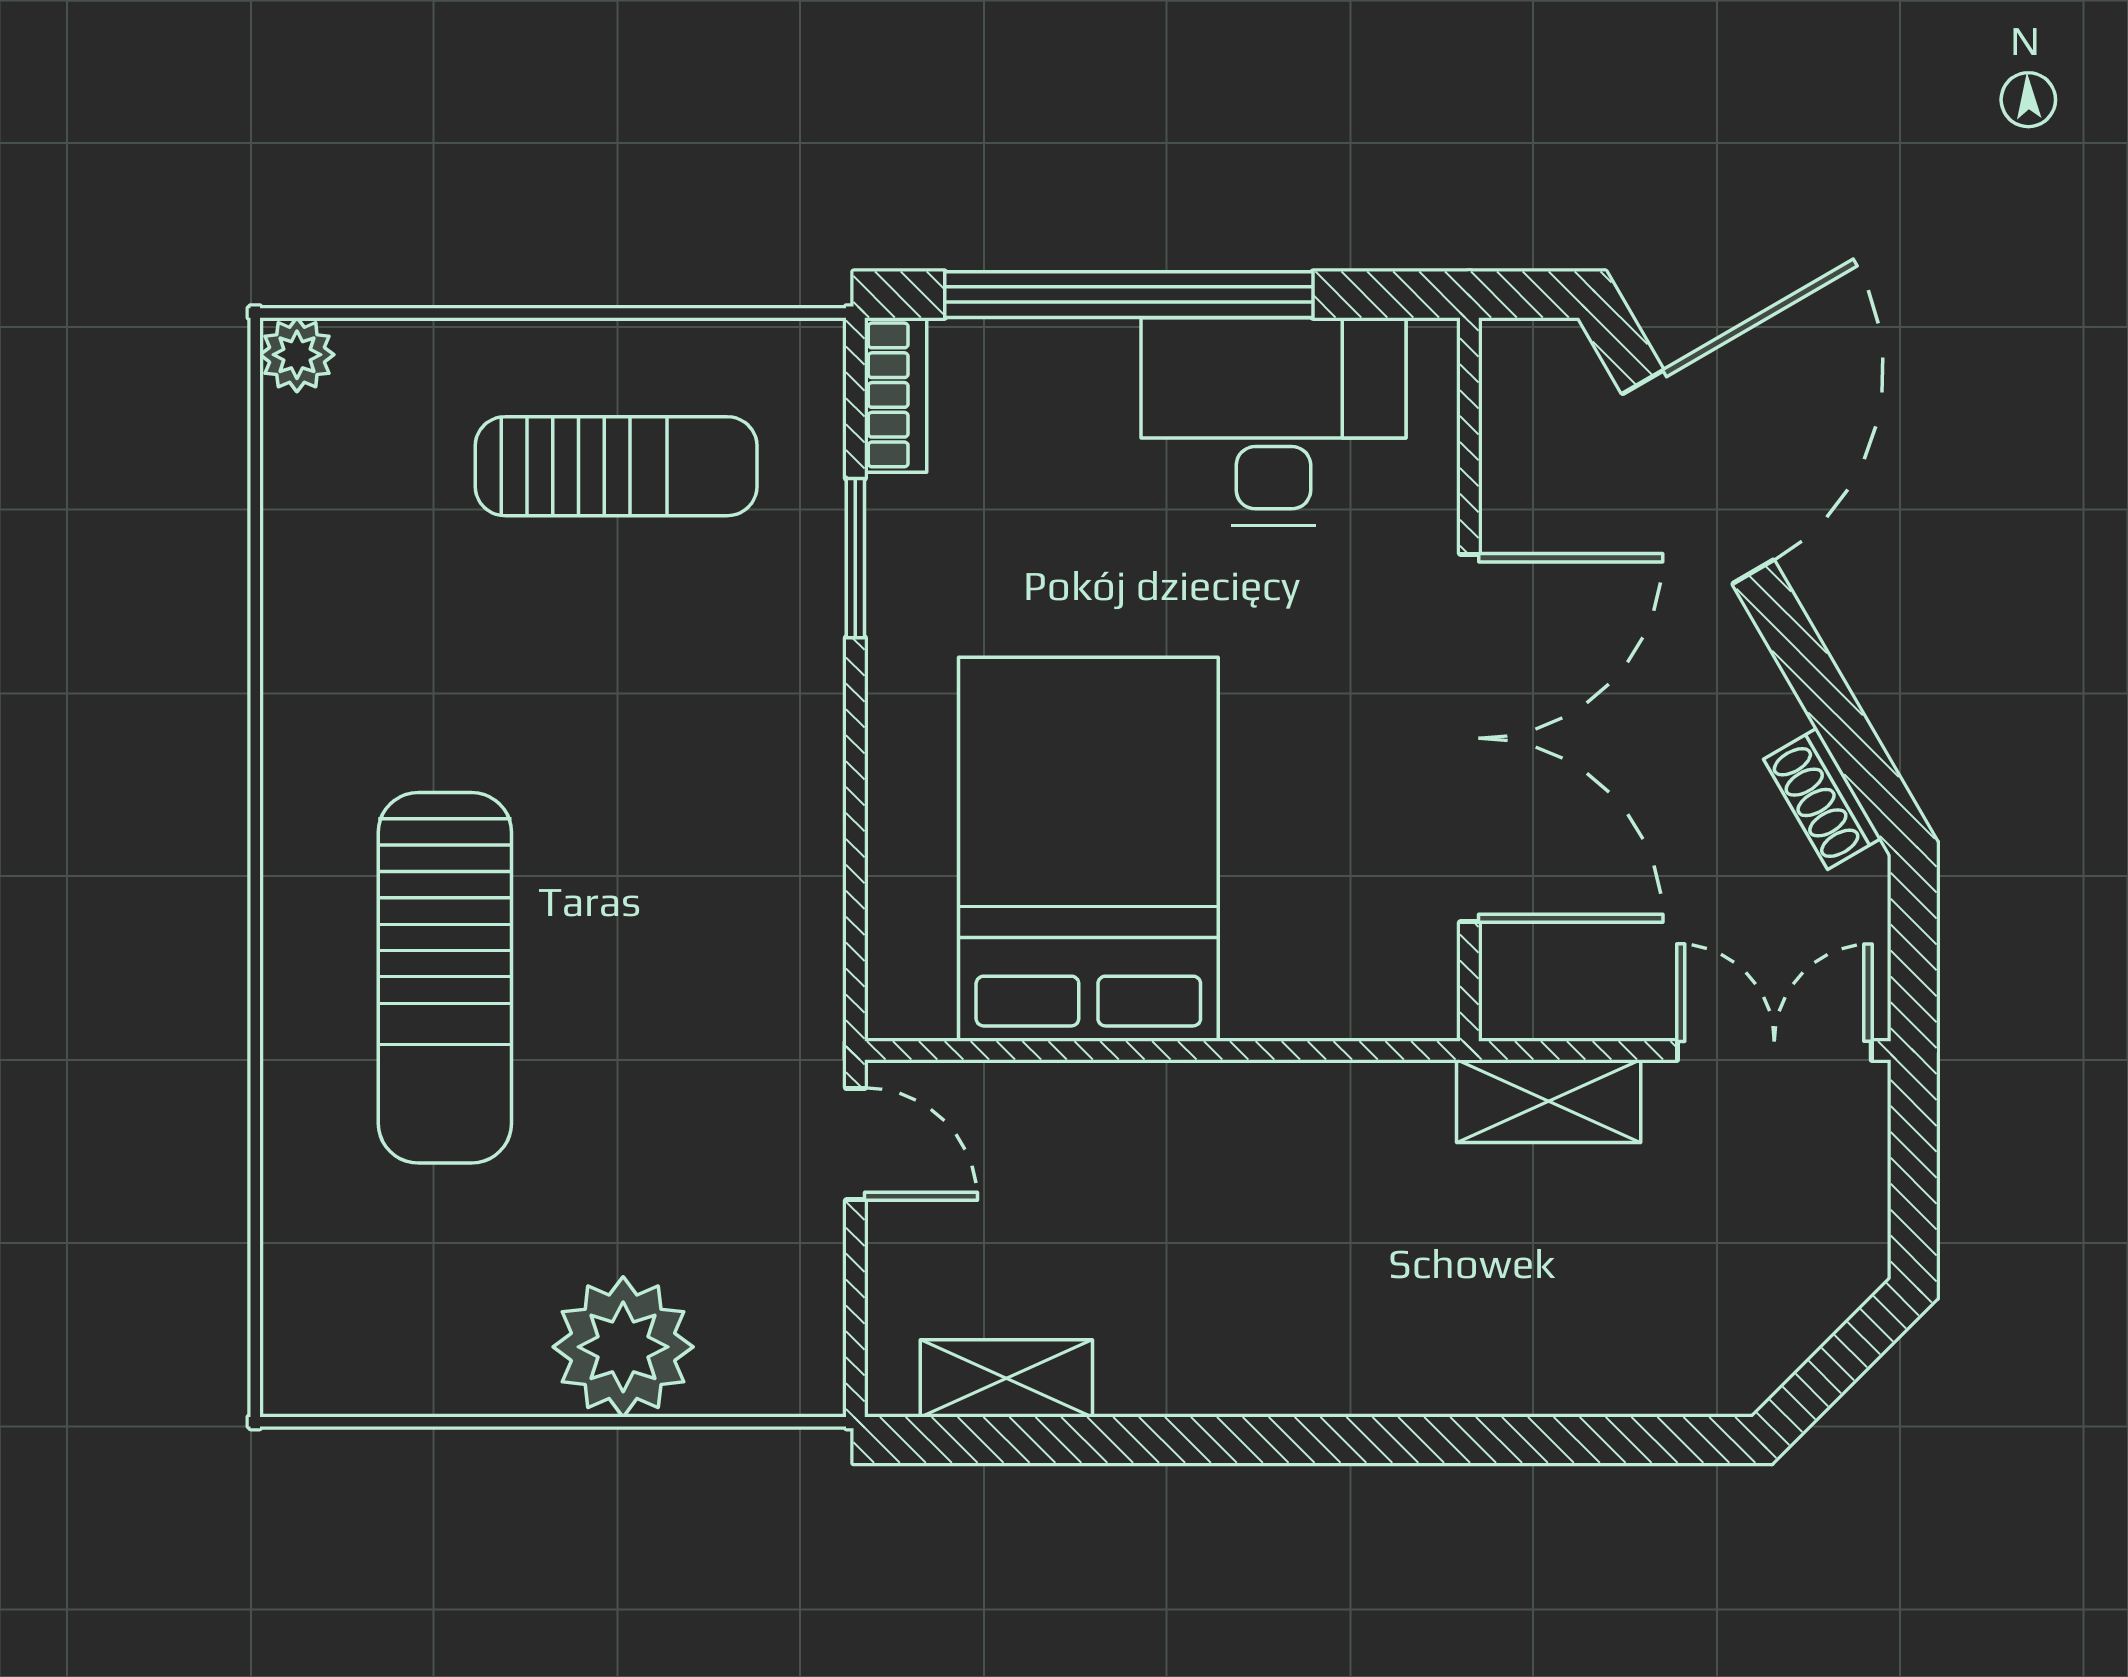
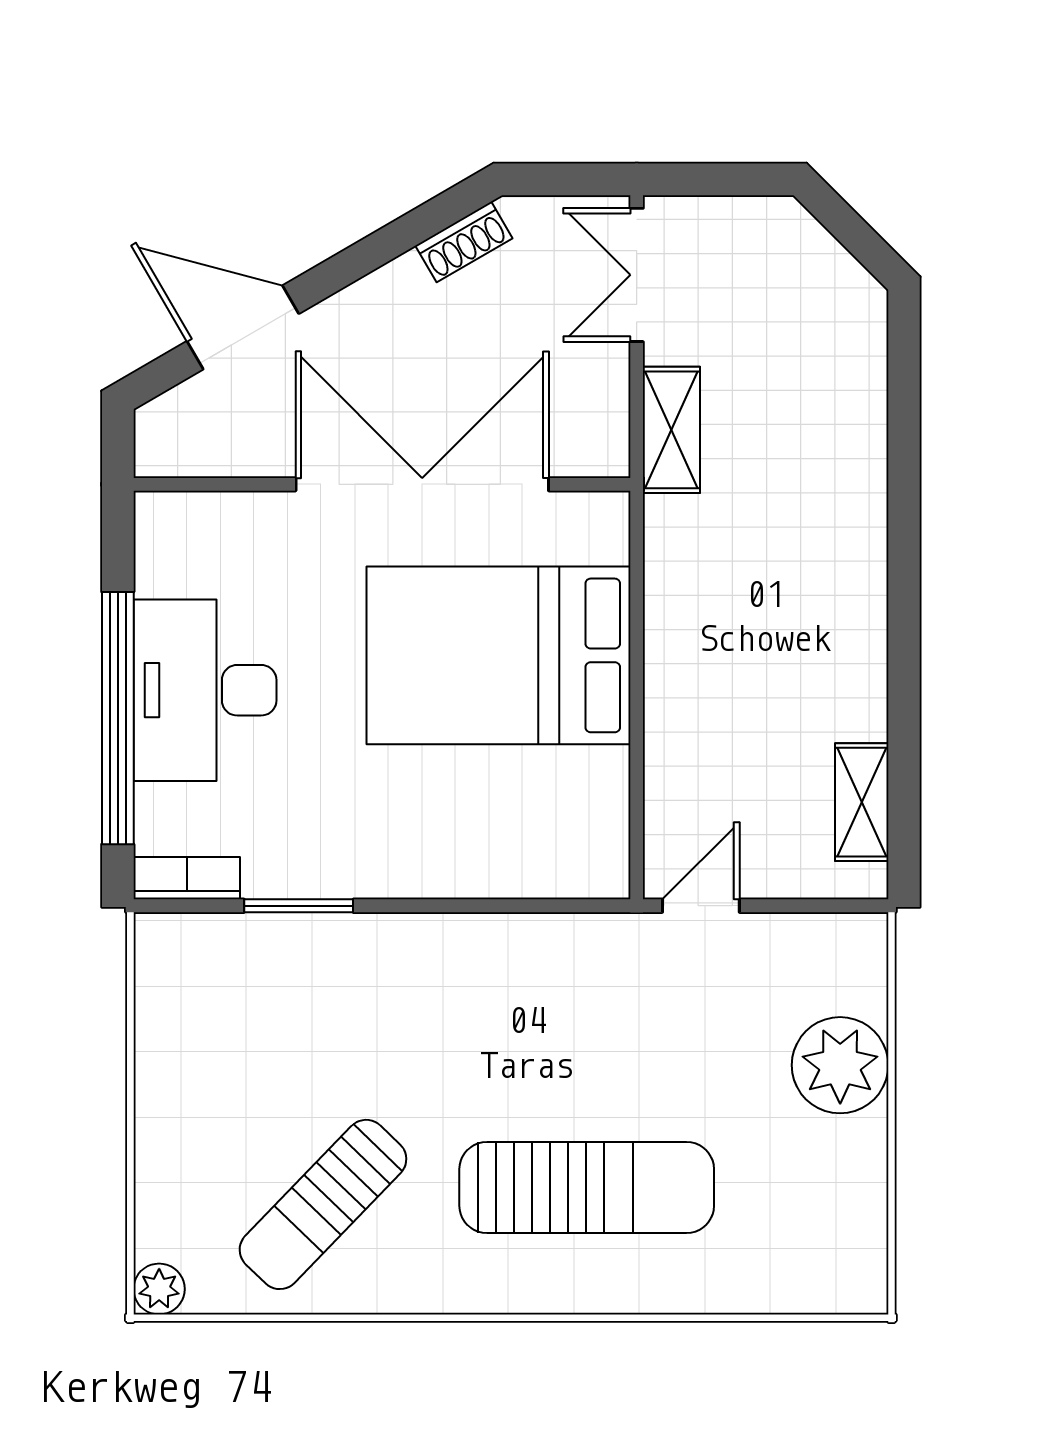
desk: (1273, 422) -> (205, 690), moved
sun lounger: (616, 466) -> (323, 1204), moved, turned -136
door: (1698, 477) -> (243, 327), width x0.73
bed: (1088, 849) -> (499, 655), moved

